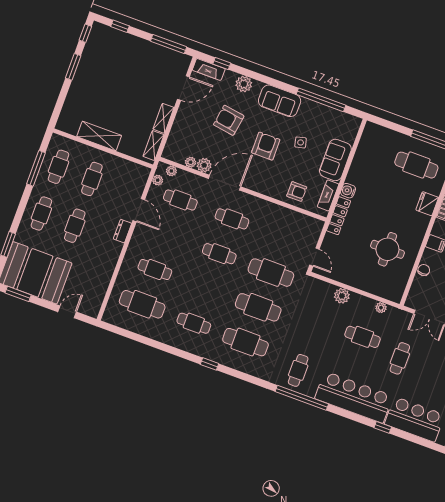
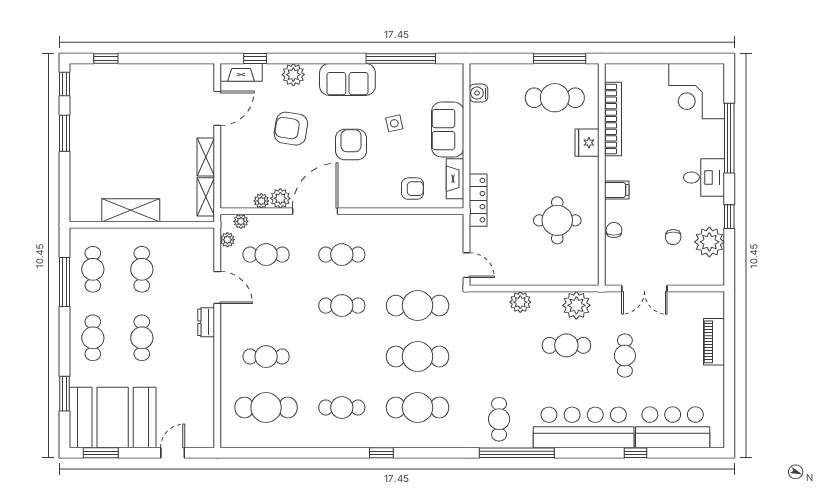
window: (169, 44) -> (177, 59), removed
water cooler: (348, 191) -> (478, 93), moved
plant: (381, 308) -> (576, 305), width x1.88, depth x1.88

